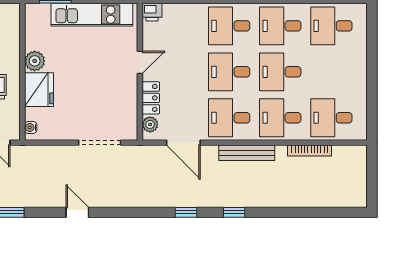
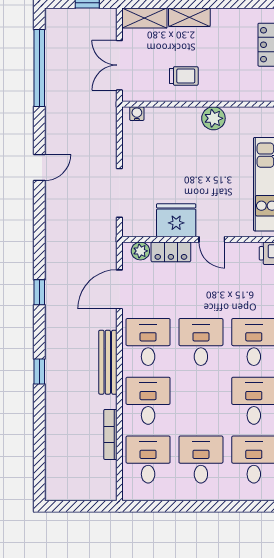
desk: (280, 72) -> (201, 460), moved
fridge: (39, 90) -> (176, 220), moved, turned 180
window: (234, 212) -> (39, 371), moved

